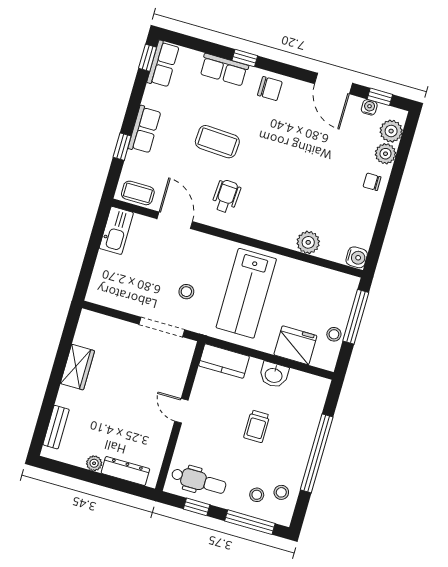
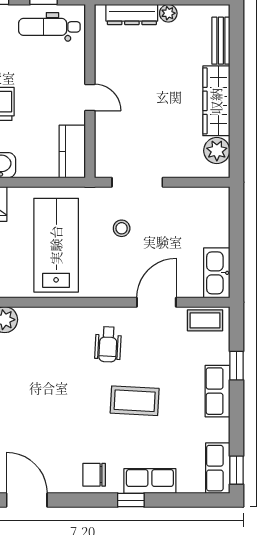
door: (175, 220) -> (156, 302), swing flipped
plant: (86, 335) -> (217, 151), added
kitchen counter: (224, 361) -> (72, 151), moved, turned -90
wardrobe: (77, 367) -> (216, 101), width x1.50

